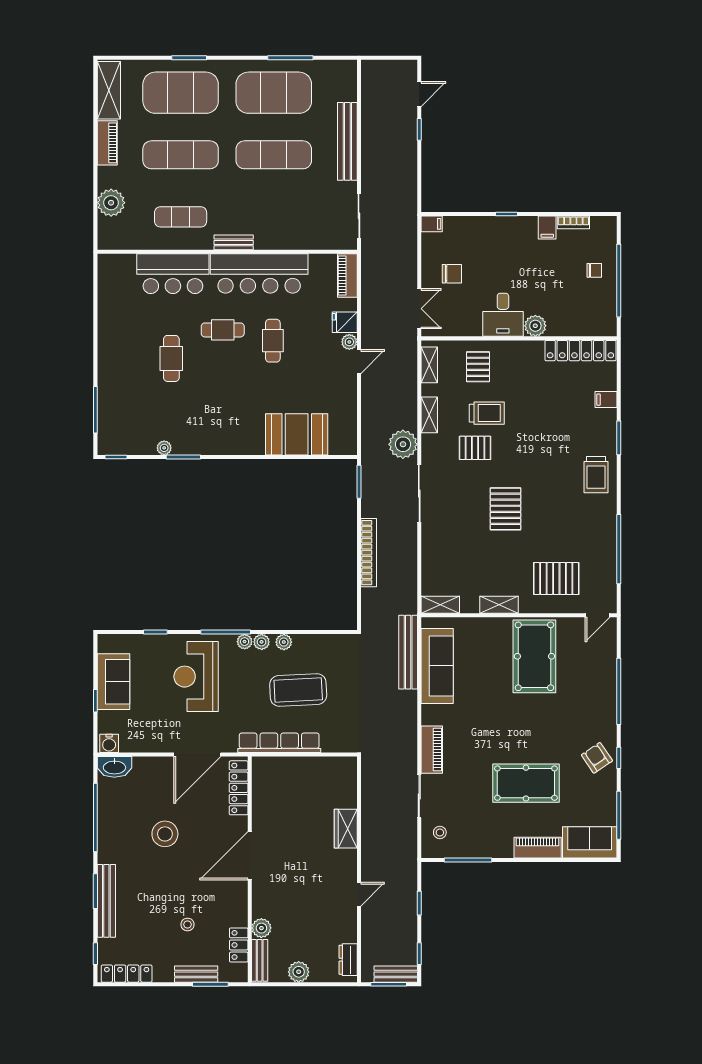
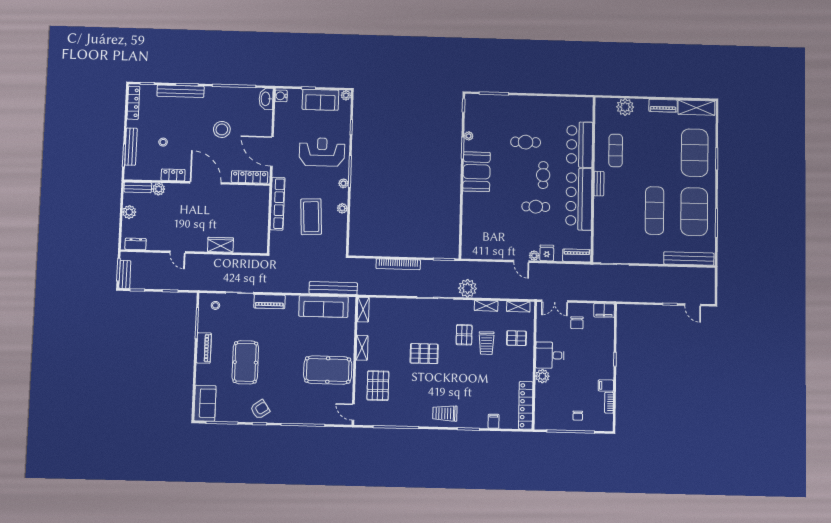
bench: (347, 141) -> (689, 259), moved
exercise mat: (181, 155) -> (655, 152), removed
filing cabinet: (432, 224) -> (604, 310), width x2.00
booth: (297, 434) -> (477, 172), moved
plant: (262, 642) -> (346, 95), moved
piano: (538, 848) -> (204, 348), moved
locker: (239, 945) -> (173, 175), moved
bench: (196, 974) -> (131, 147), width x1.36

